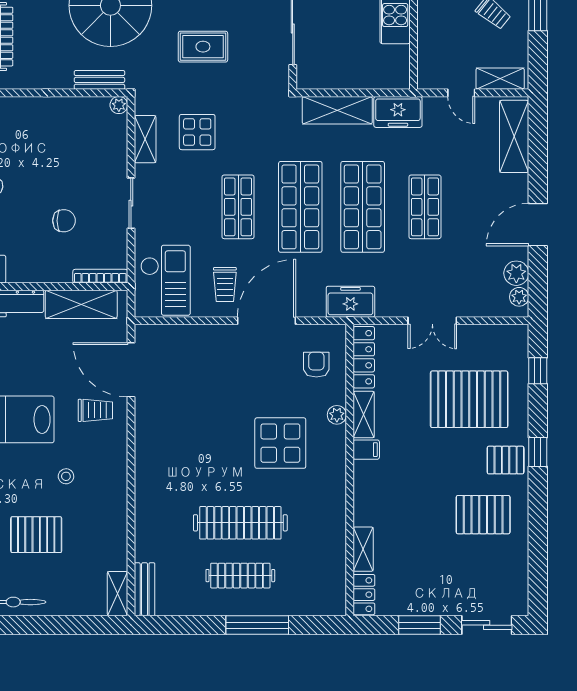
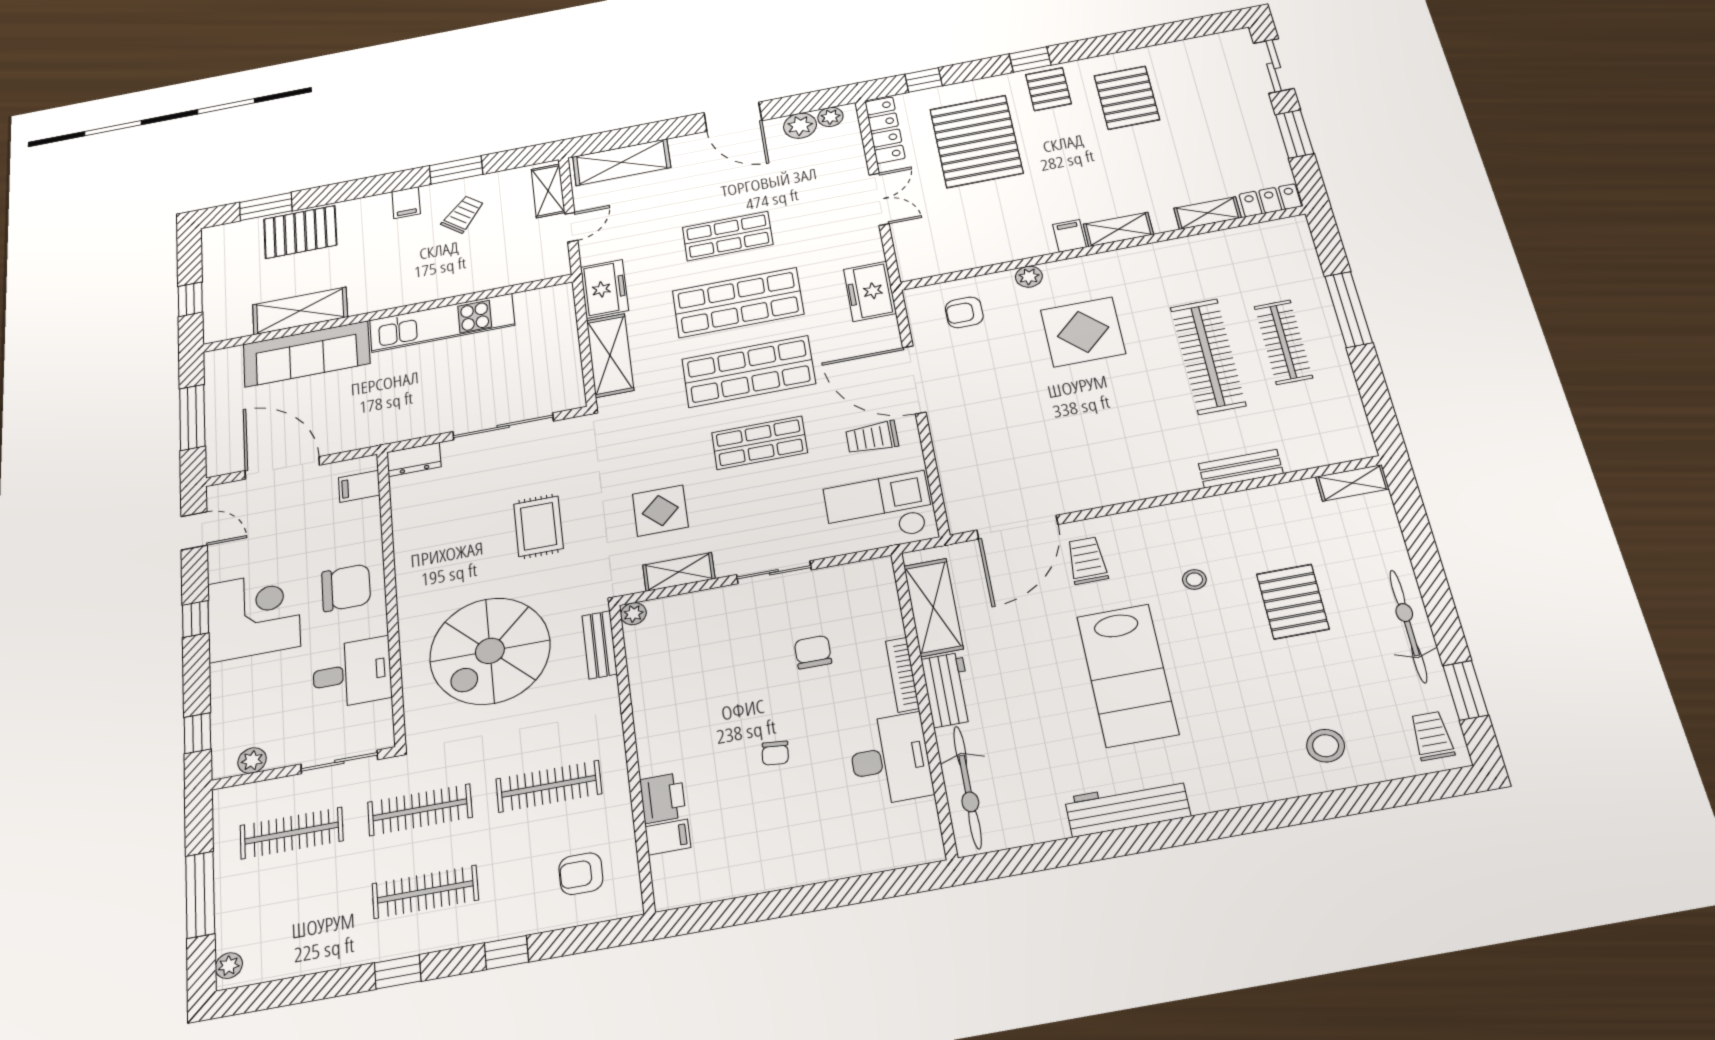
bookcase: (100, 276) -> (902, 675), moved
trolley: (225, 285) -> (872, 437), turned 180
locker: (364, 357) -> (885, 130), moved, turned 90
shelving: (364, 415) -> (1118, 229), moved
bench: (145, 589) -> (1241, 469), moved

